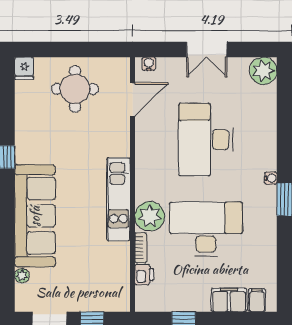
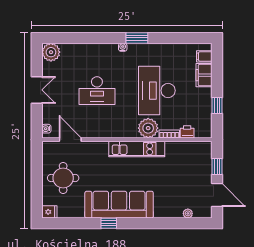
desk: (206, 140) -> (97, 91), width x0.73, depth x0.77
sofa: (35, 216) -> (119, 205), moved

